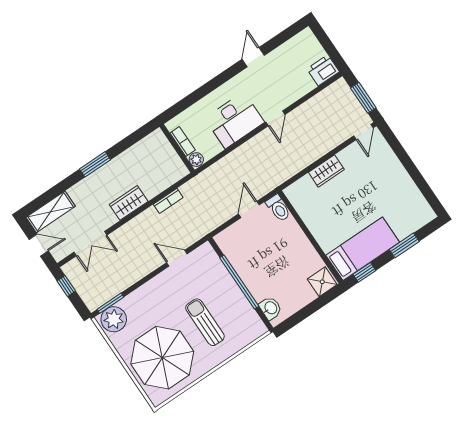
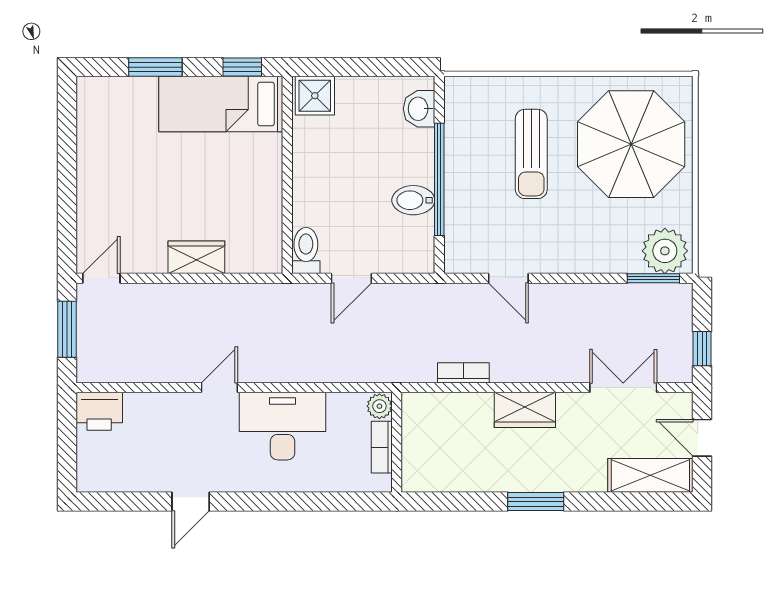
bidet: (245, 264) -> (413, 200), added

